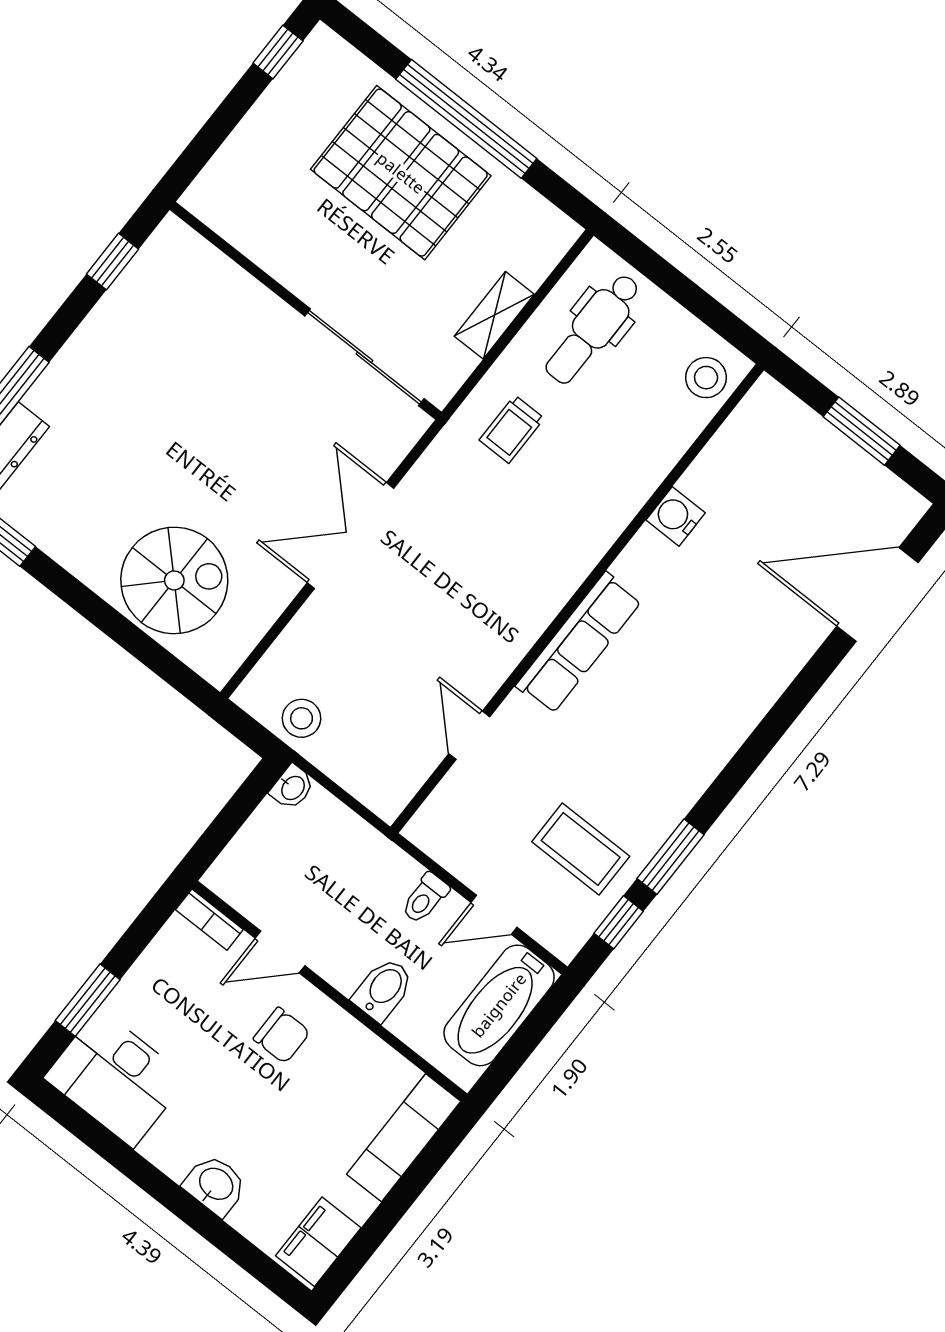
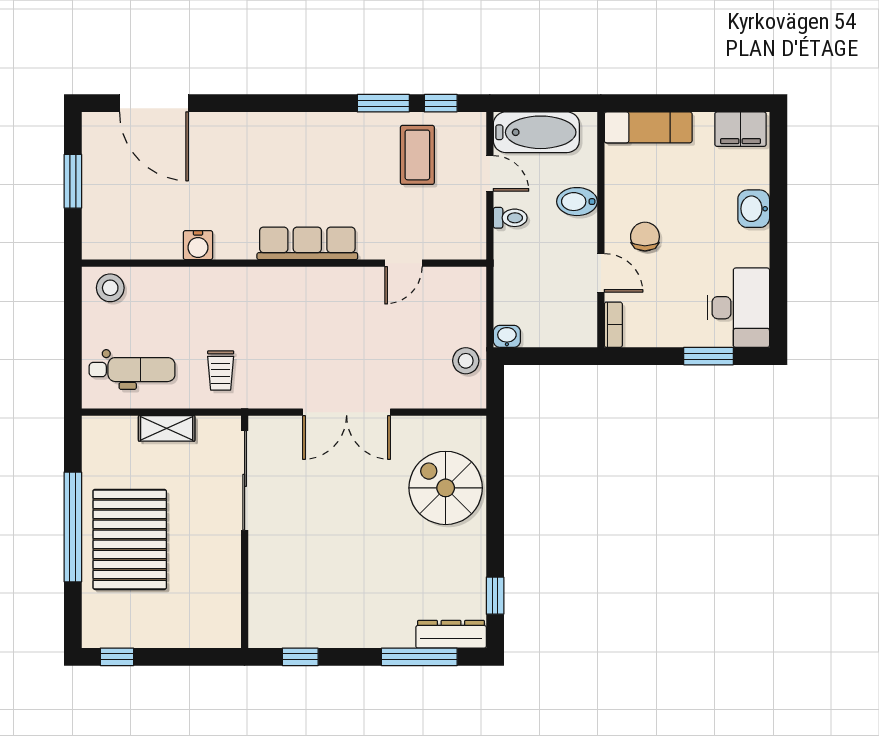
trolley: (512, 429) -> (221, 371), turned 90

